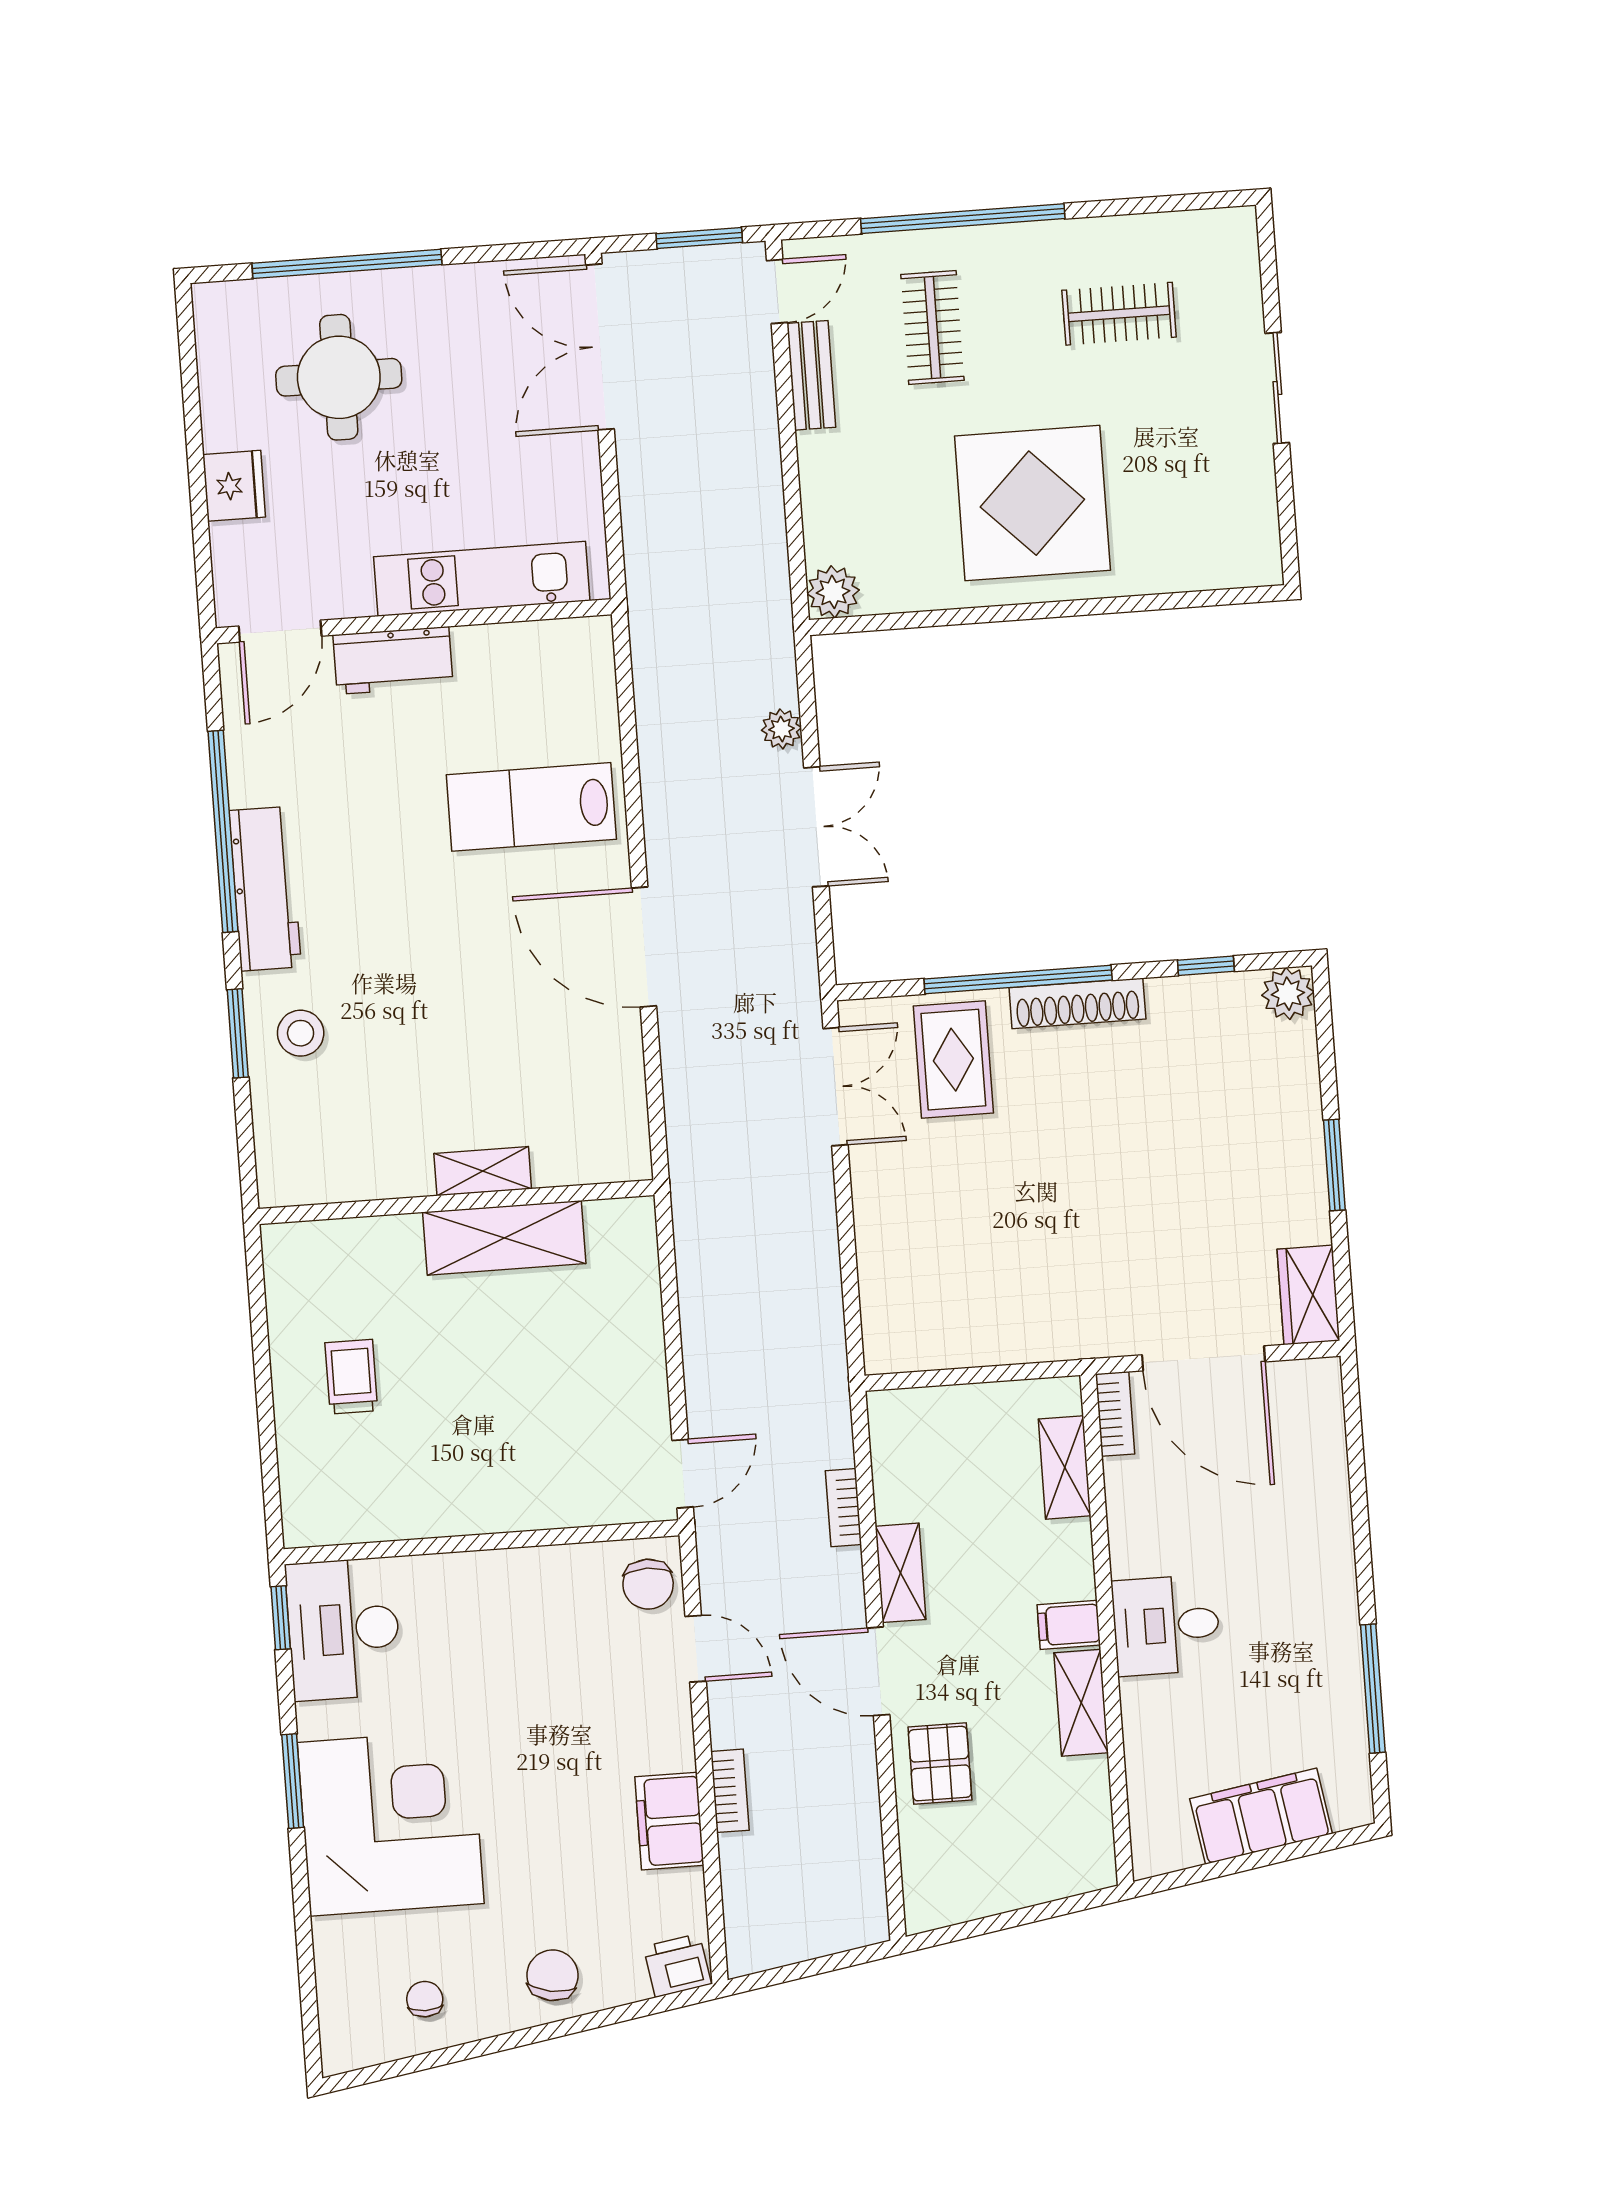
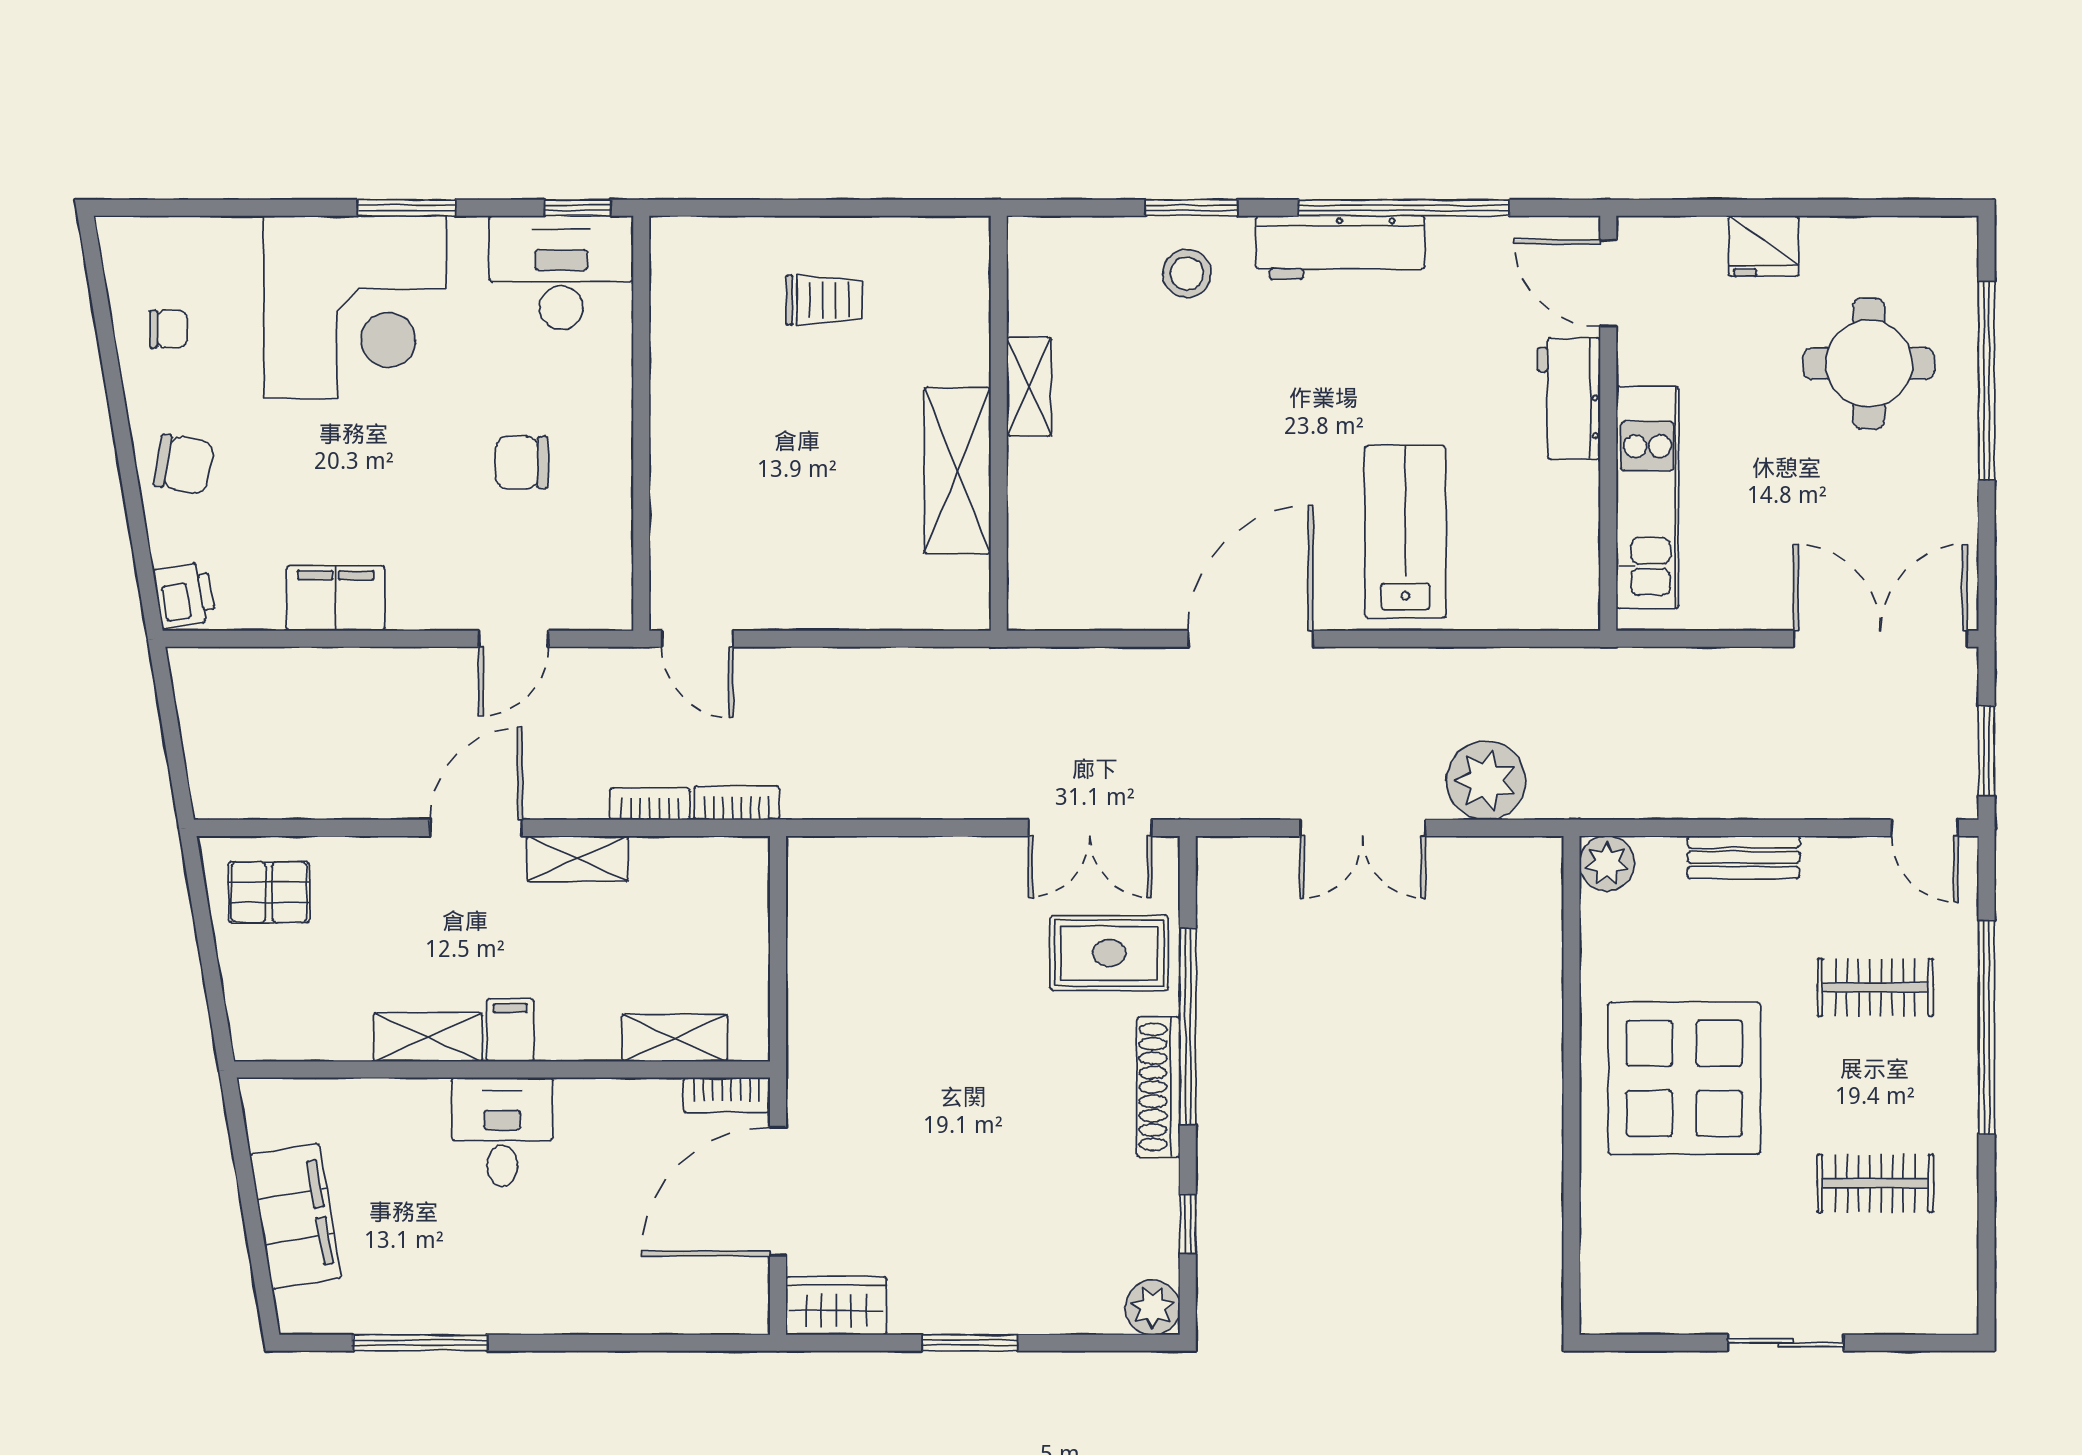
clothes rail: (1119, 314) -> (1875, 1183), turned 90
bench: (811, 375) -> (1744, 857), moved
plant: (781, 729) -> (1486, 780), width x1.87, depth x1.87
shelving: (483, 1171) -> (1029, 387), moved
chair: (648, 1584) -> (522, 463), moved
pallet: (940, 1764) -> (269, 892), moved
bookcase: (730, 1791) -> (737, 803), moved, turned 180

